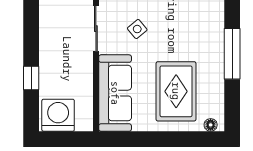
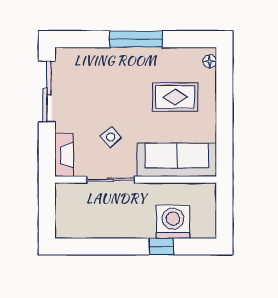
rug: (176, 91) -> (175, 97), width x0.73, depth x0.70
washing machine: (58, 115) -> (173, 222), moved, turned 90

